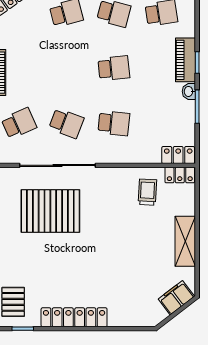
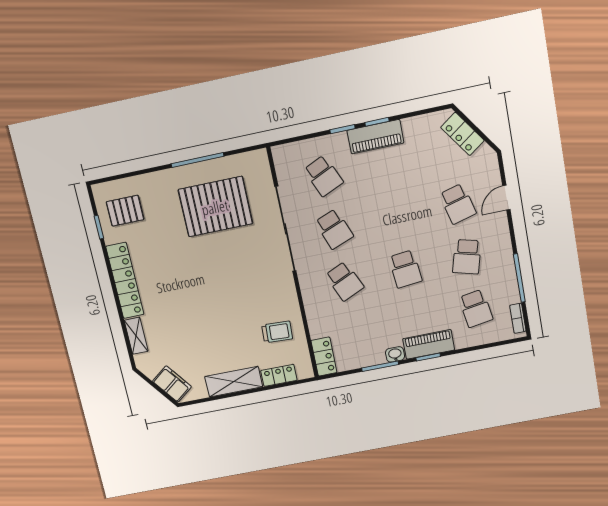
school desk: (66, 123) -> (334, 229), turned -42
school desk: (114, 123) -> (345, 281), turned -30
locker: (180, 175) -> (279, 375), moved, turned 90
pallet: (50, 211) -> (215, 207), moved, turned 90
shelving: (126, 319) -> (136, 336), added

